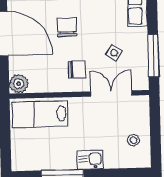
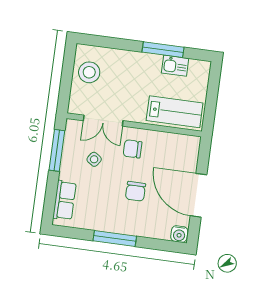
plant: (19, 84) -> (191, 144), removed
stool: (133, 140) -> (89, 72), width x1.89, depth x1.89
kitchen sink: (90, 160) -> (175, 66), moved

